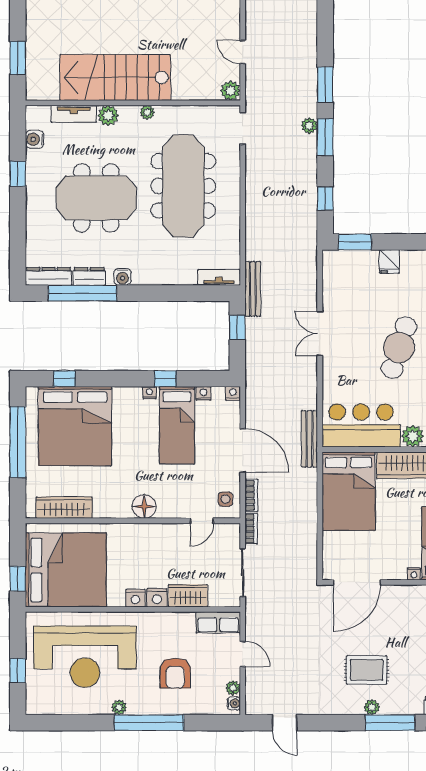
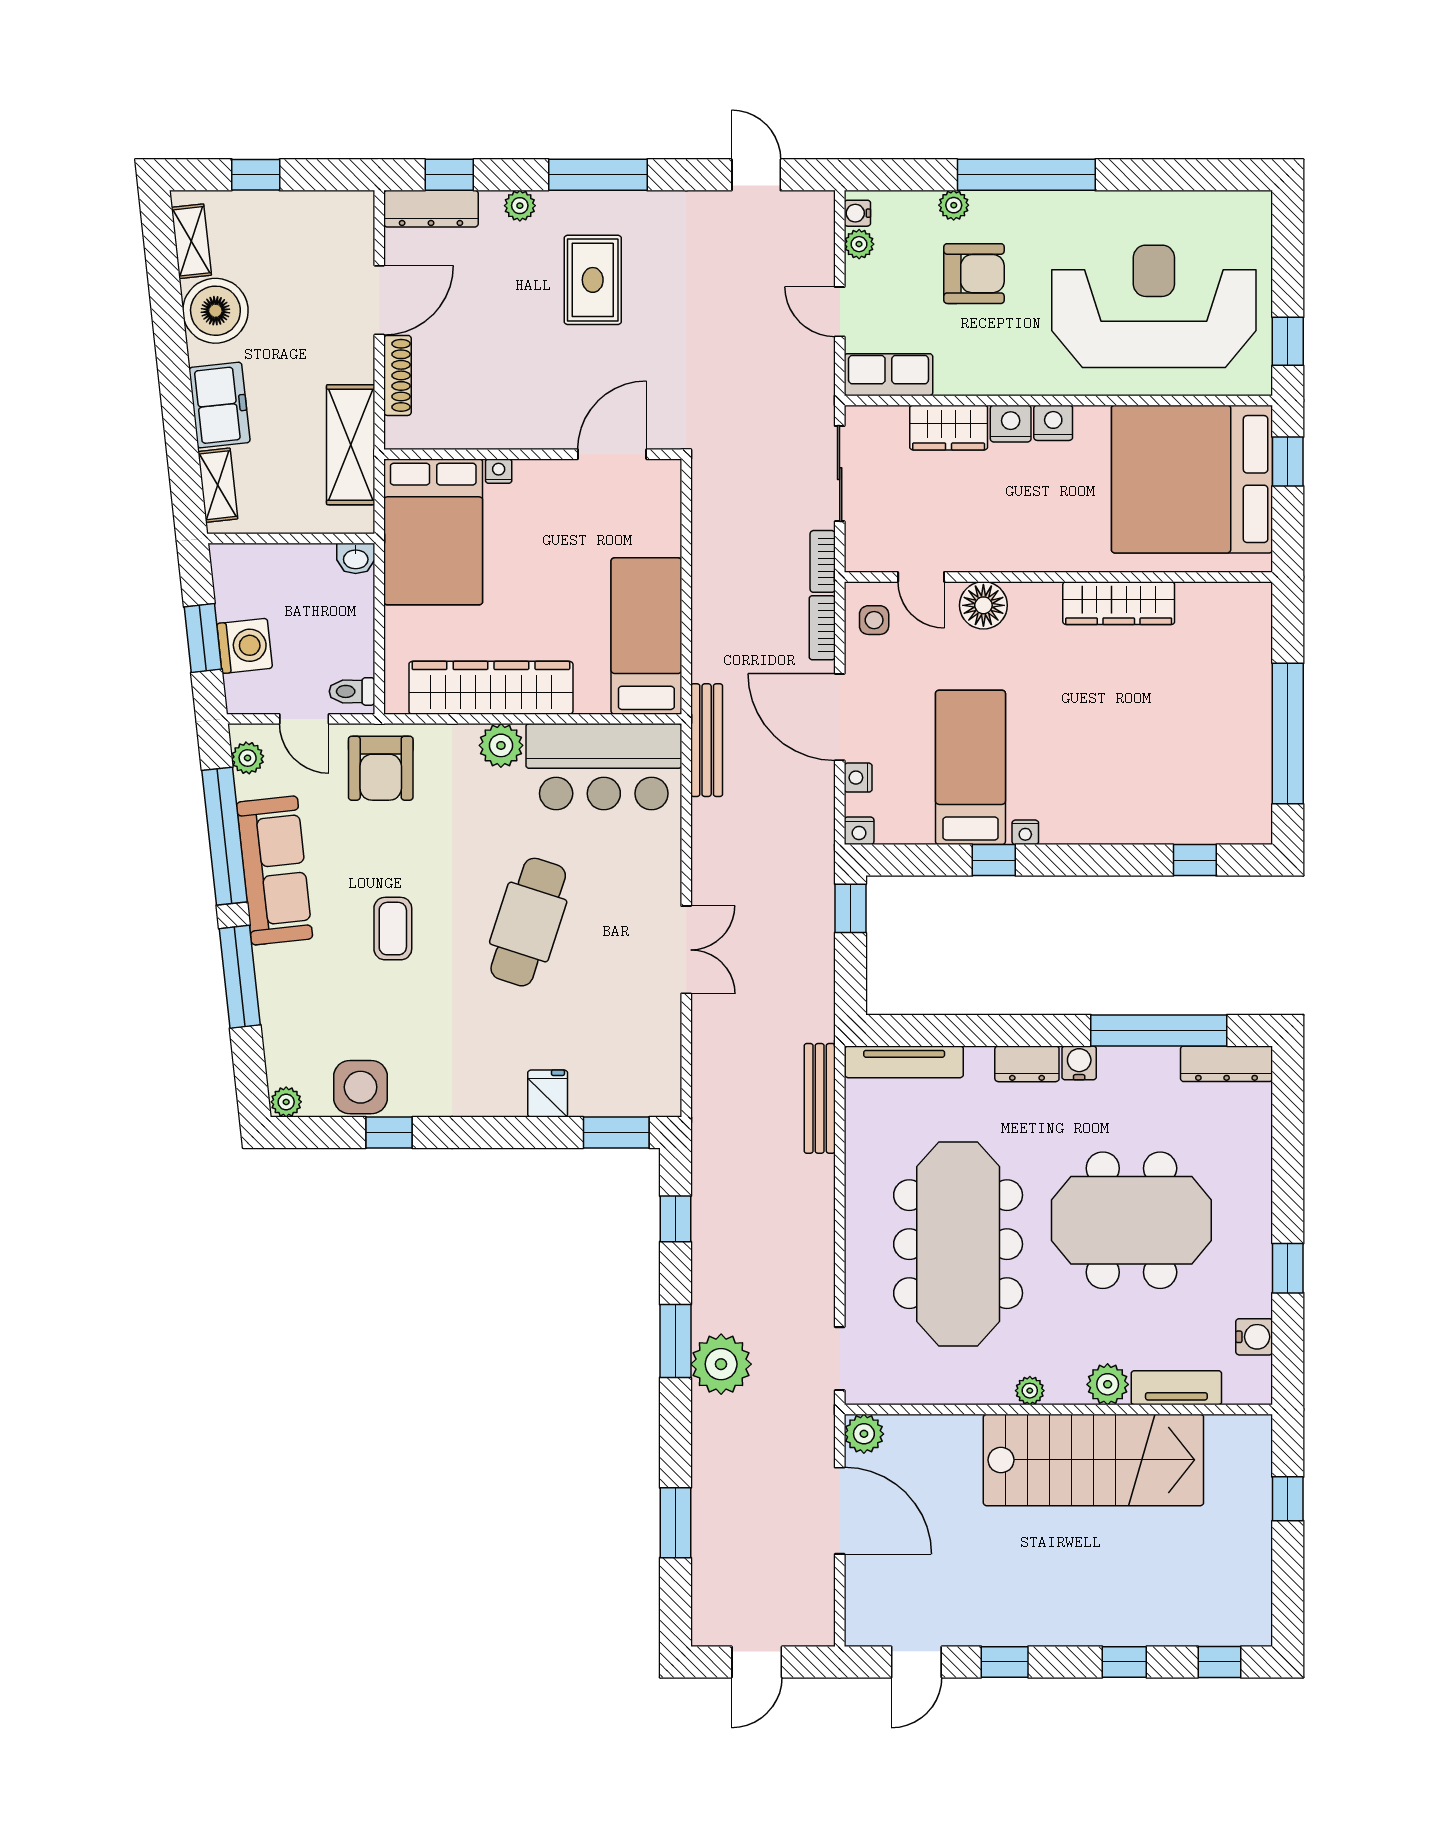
door: (243, 52) -> (840, 1511), width x1.88
window: (18, 58) -> (1288, 1499), width x0.67
window: (325, 85) -> (675, 1523), moved
plant: (309, 126) -> (721, 1364), width x1.88, depth x1.88
dresser: (89, 276) -> (1027, 1064), moved
tv unit: (219, 277) -> (904, 1062), width x1.41
bench: (253, 289) -> (820, 1098), moved
window: (237, 327) -> (850, 908), moved
nightstand: (203, 393) -> (858, 778), moved, turned 90
bed: (75, 426) -> (1174, 766), removed
bed: (349, 491) -> (646, 636), width x0.67
floor lamp: (144, 507) -> (983, 605), moved
wardrobe: (64, 508) -> (1119, 603), moved
door: (202, 521) -> (921, 577), swing flipped
door: (357, 582) -> (612, 454), width x0.73
rug: (367, 670) -> (593, 280), turned 90
window: (18, 671) -> (1288, 341), moved
armchair: (175, 673) -> (974, 274), turned 90
plant: (119, 707) -> (954, 205), moved
plant: (372, 707) -> (520, 206), moved
window: (390, 723) -> (598, 175), moved

